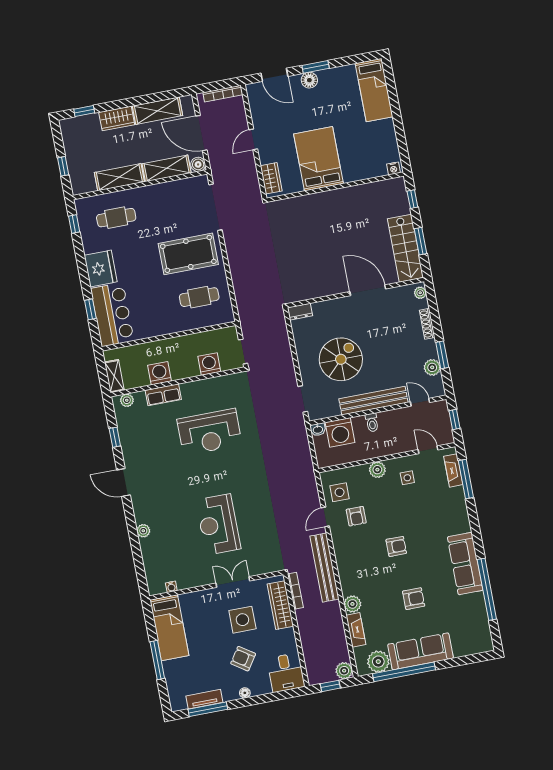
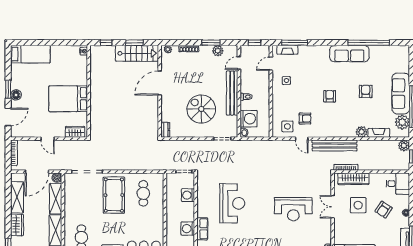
plant: (377, 470) -> (277, 99), removed

